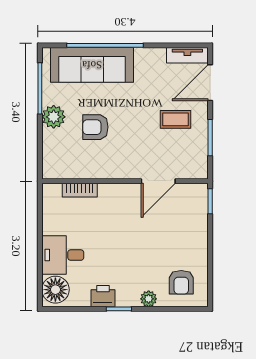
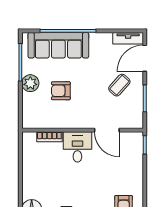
coffee table: (175, 119) -> (119, 85), turned -48
door: (158, 181) -> (107, 130), hinge flipped
desk: (63, 255) -> (77, 147), moved, turned 90

